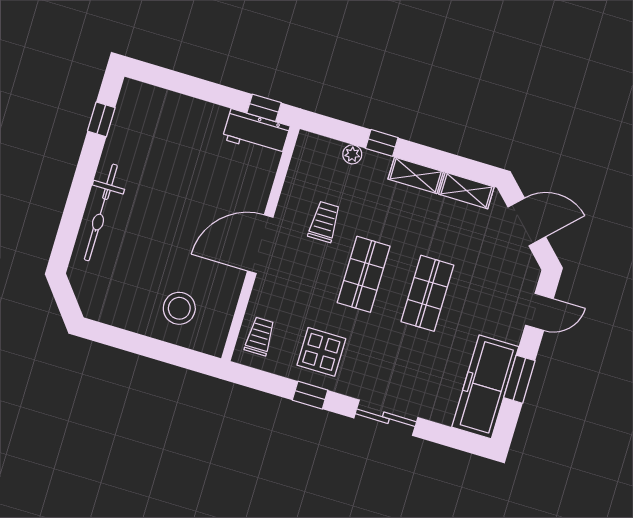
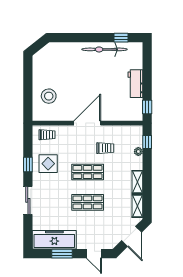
workbench: (256, 132) -> (135, 84), moved
window: (382, 143) -> (147, 142), moved
bicycle: (101, 212) -> (105, 49), moved
door: (260, 244) -> (87, 123), hinge flipped

